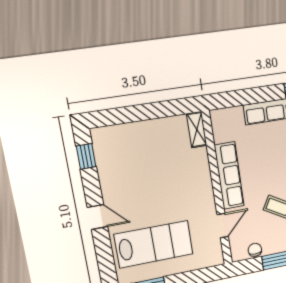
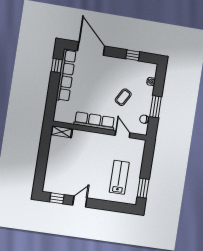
door: (97, 217) -> (80, 202), moved
lab bench: (154, 244) -> (119, 177), width x0.73, depth x0.72

